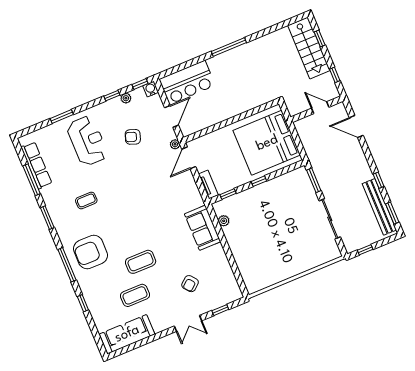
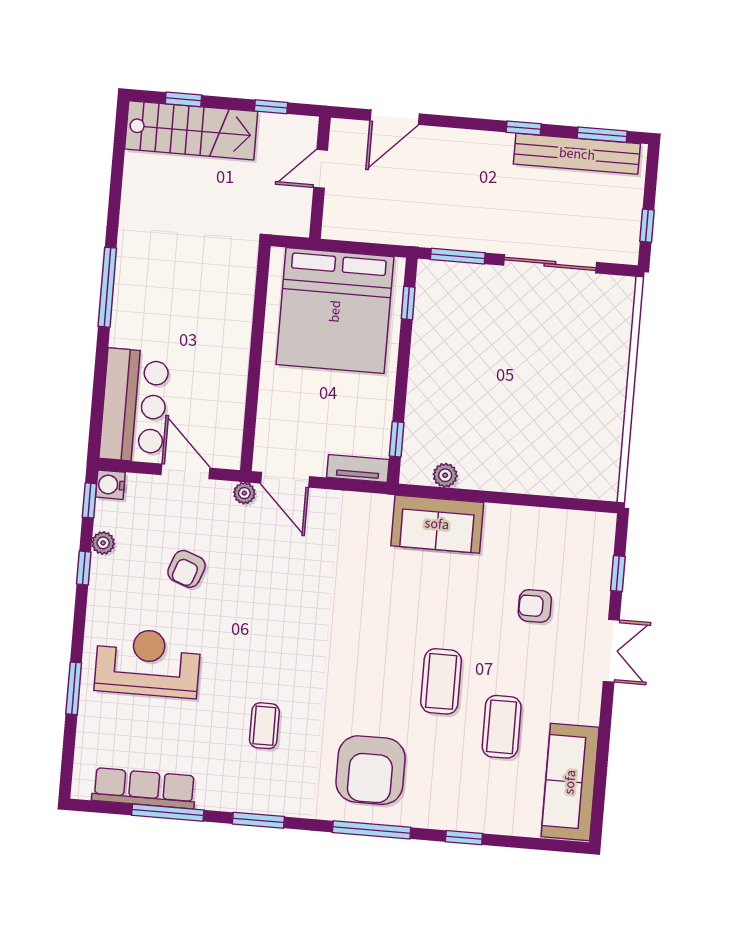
window: (259, 181) -> (408, 303), moved
armchair: (190, 284) -> (535, 606), turned 130

